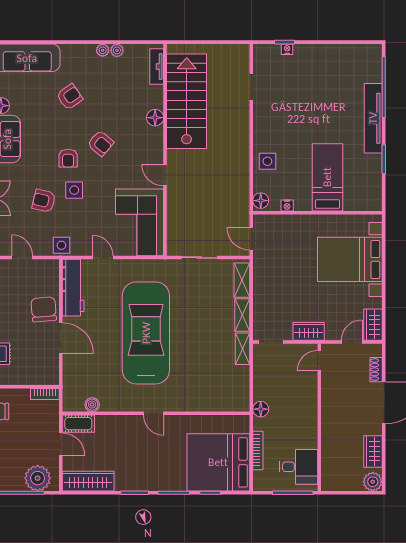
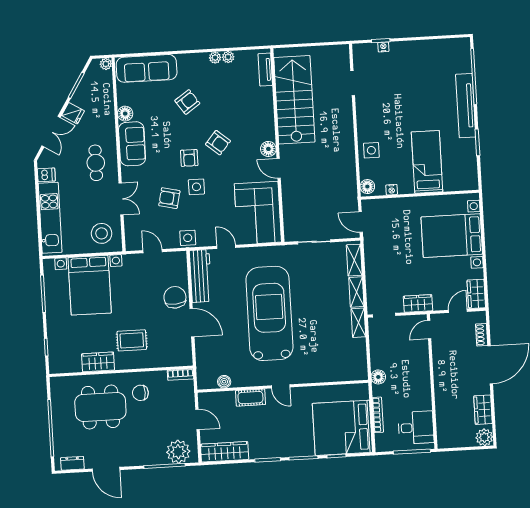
floor lamp: (155, 118) -> (268, 149), moved
cot: (78, 424) -> (250, 398), moved

